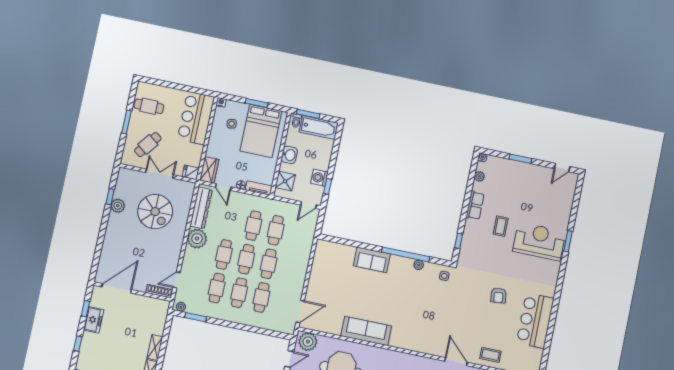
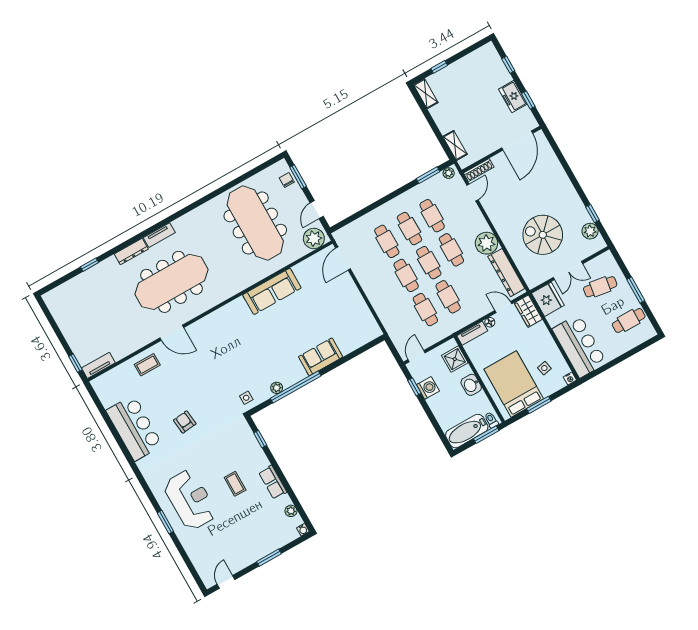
cafe table: (148, 145) -> (600, 287), turned 62
fridge: (191, 172) -> (548, 299), width x1.88, depth x1.34
plant: (118, 206) -> (590, 231), moved
reception desk: (539, 241) -> (190, 500), turned -90
shelving: (155, 348) -> (455, 145), moved

